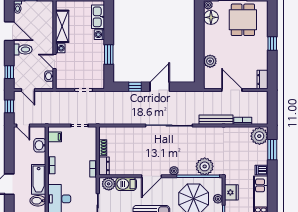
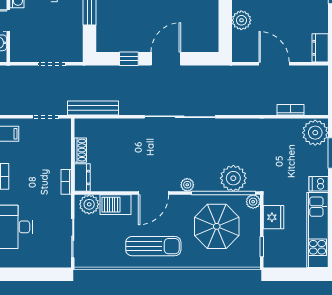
bench: (216, 120) -> (93, 108), moved
plant: (218, 199) -> (253, 202), moved

